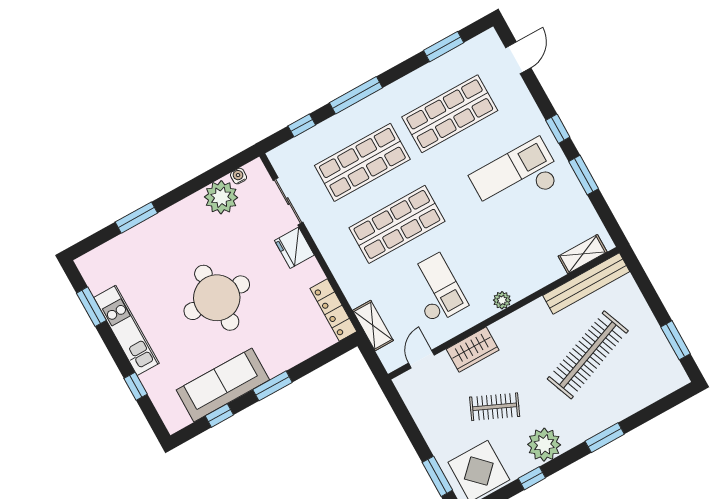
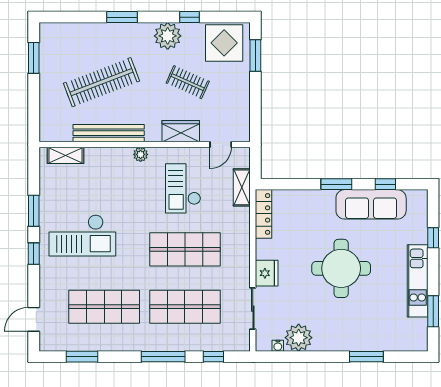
bench: (586, 284) -> (109, 133), moved

